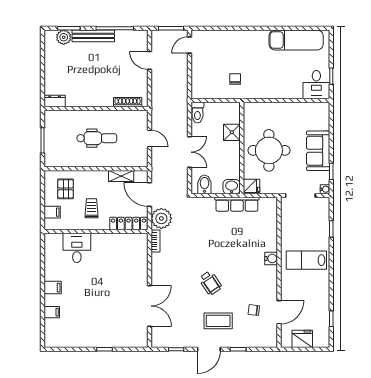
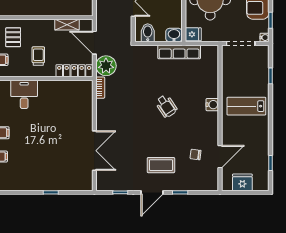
wheelchair: (210, 283) -> (166, 106), moved

